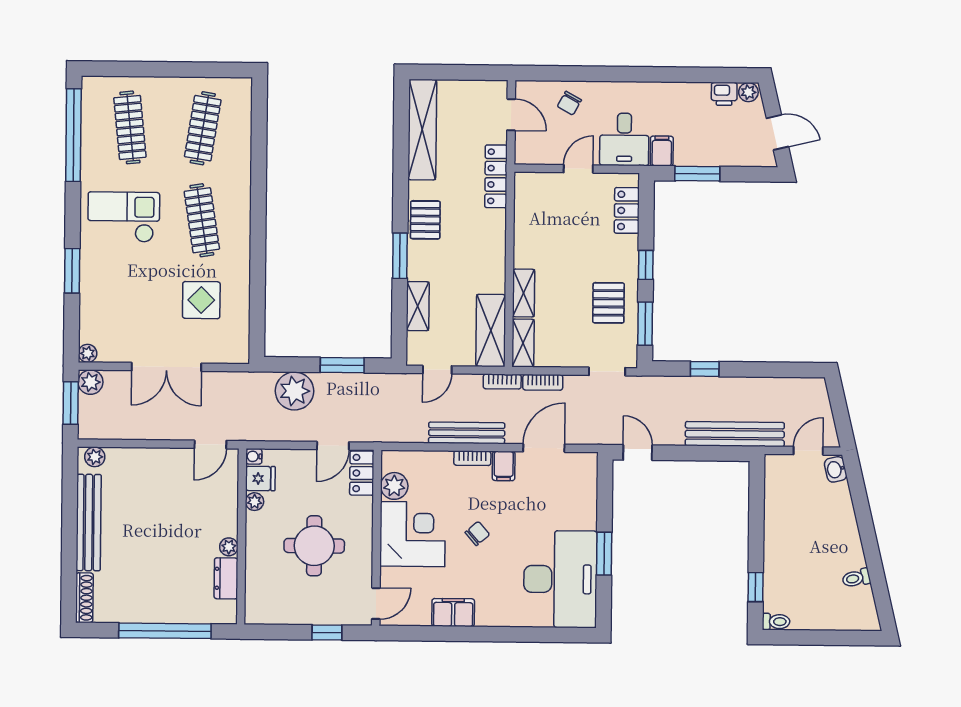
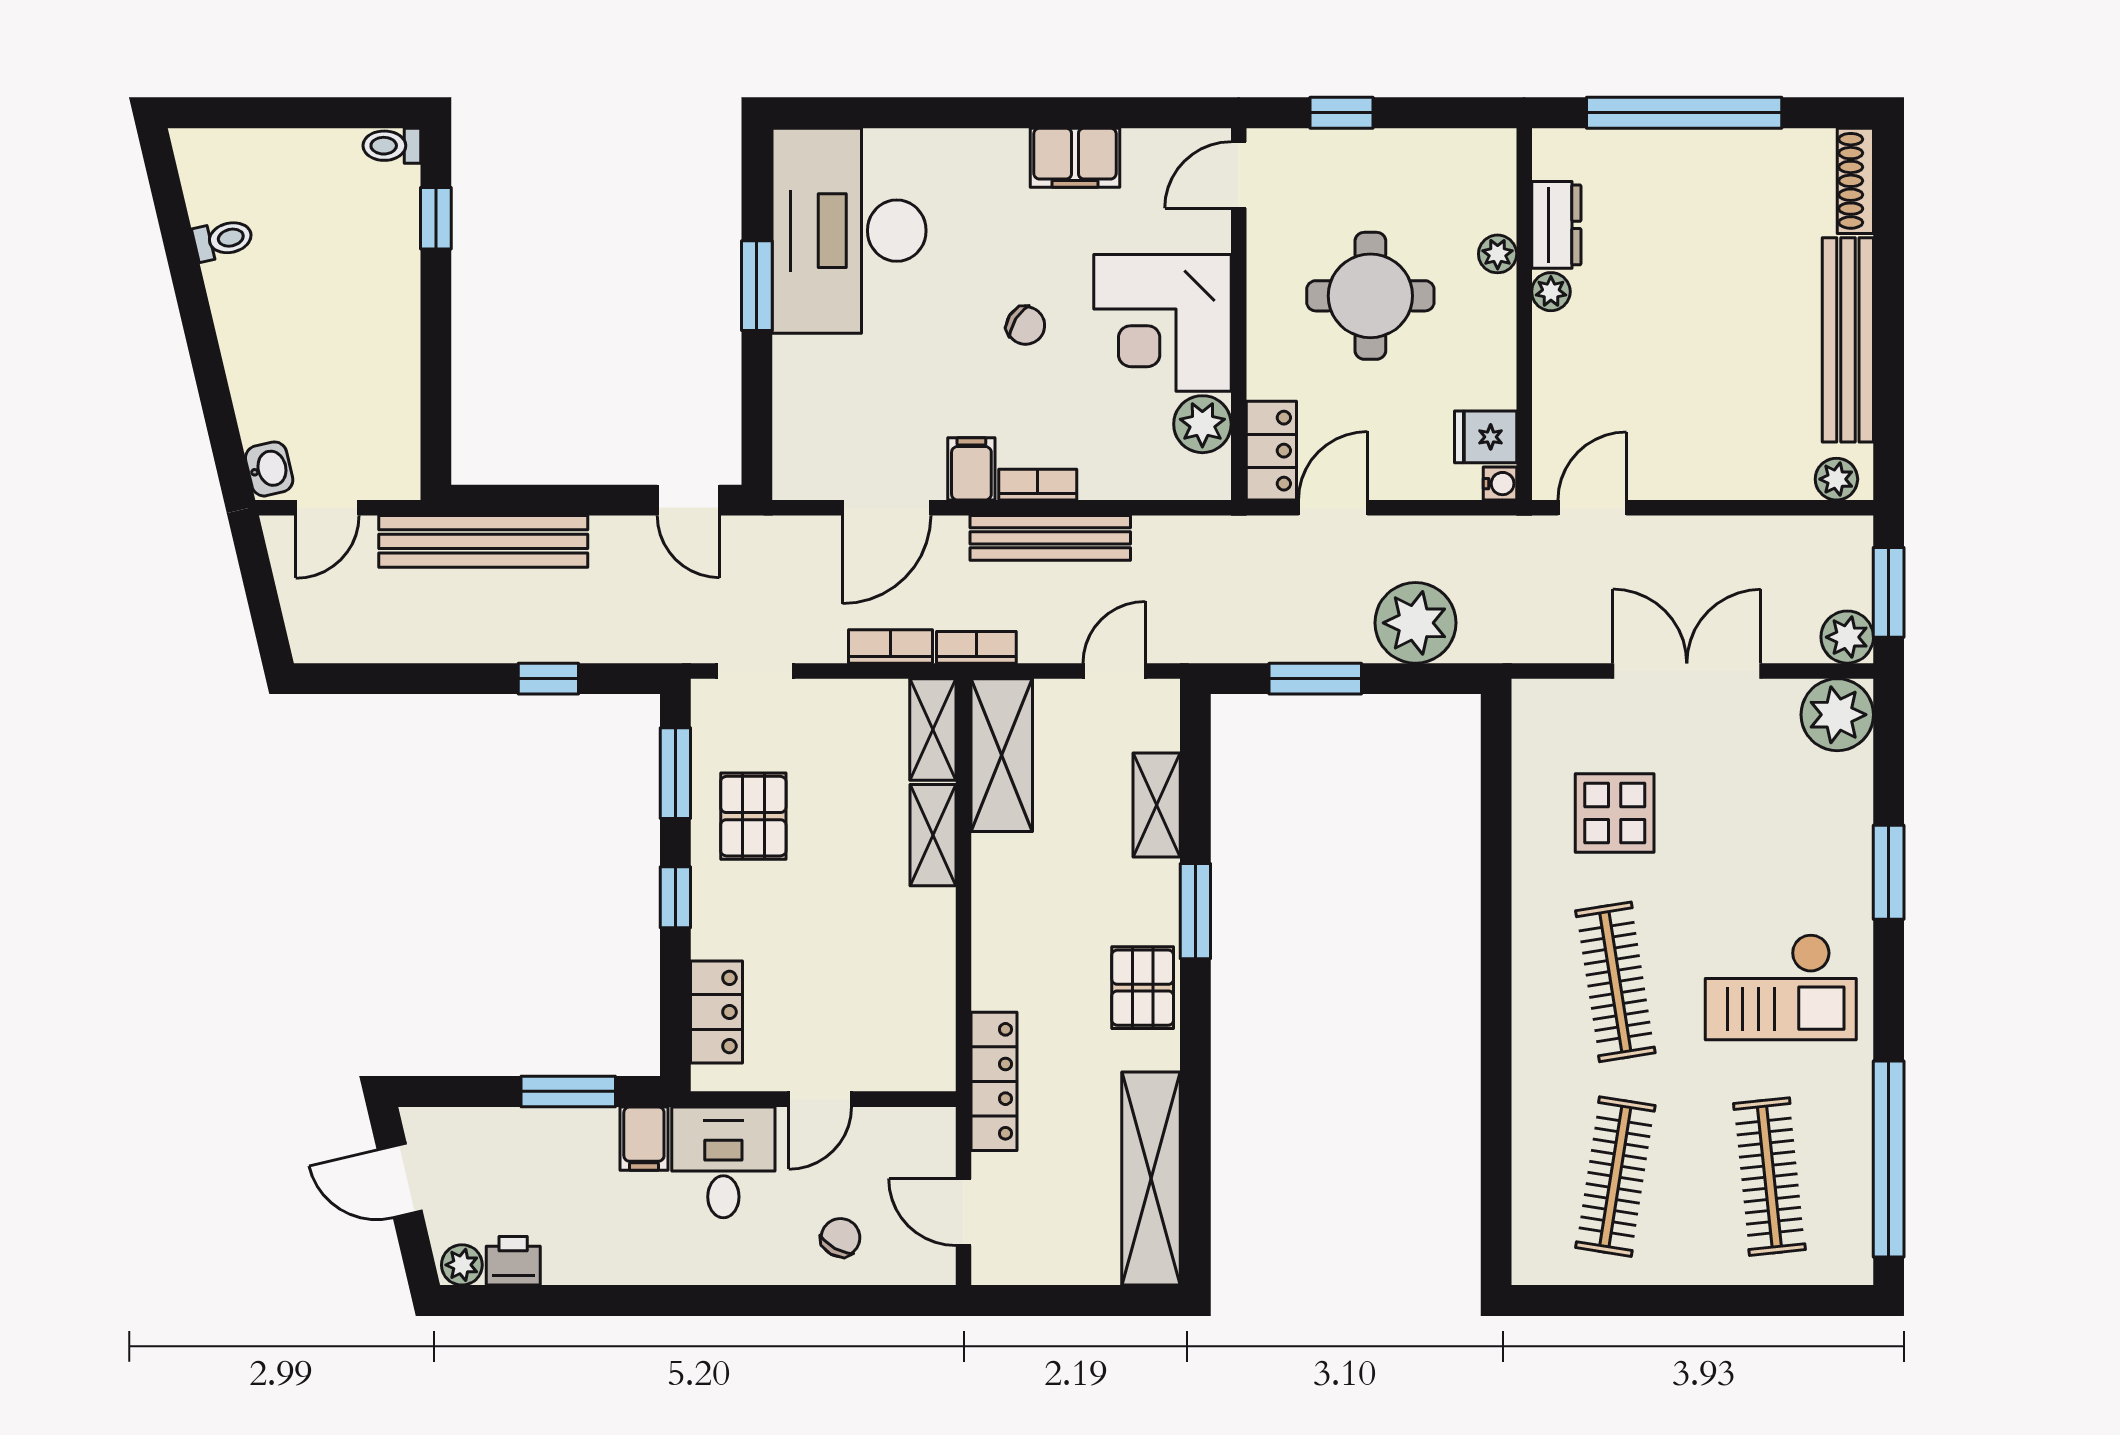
plant: (88, 353) -> (1837, 715), width x1.88, depth x1.88
plant: (255, 502) -> (1498, 254), moved
chair: (477, 533) -> (1026, 325), turned -107

